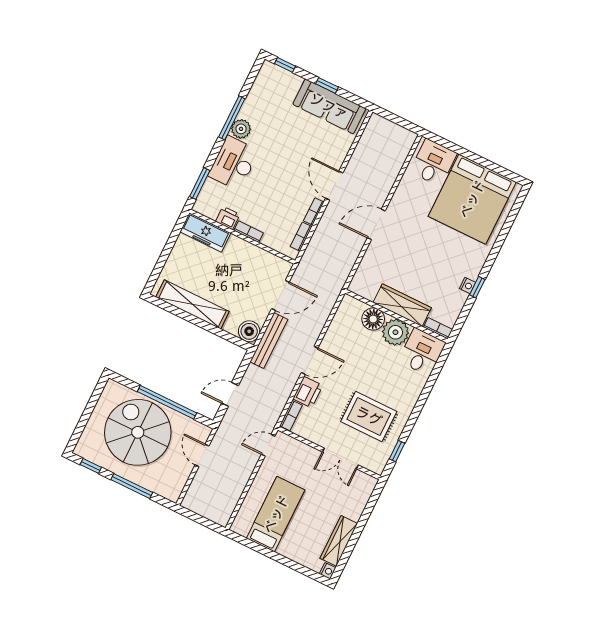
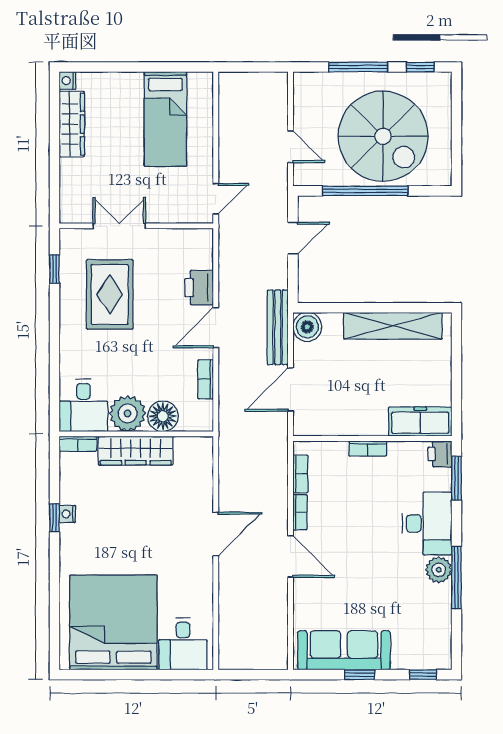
printer: (228, 218) -> (440, 454), moved, turned 90
bookcase: (291, 415) -> (206, 379), moved
rug: (369, 416) -> (110, 294), turned 90

